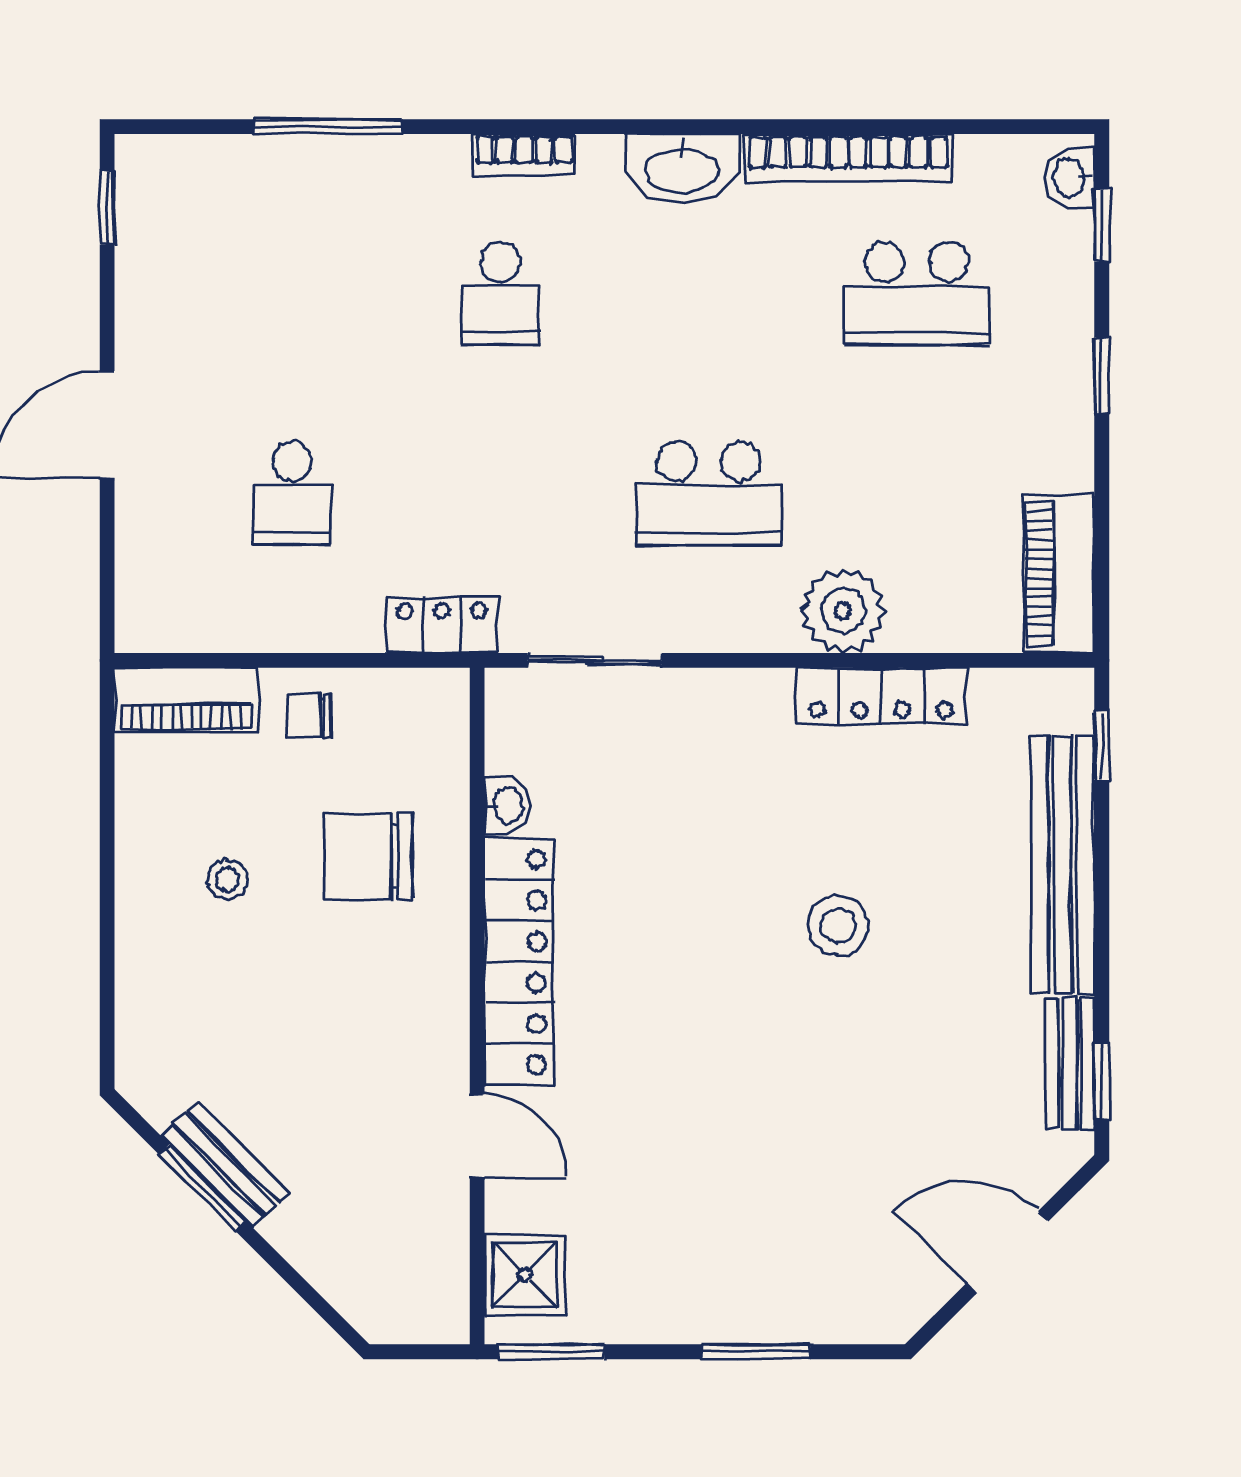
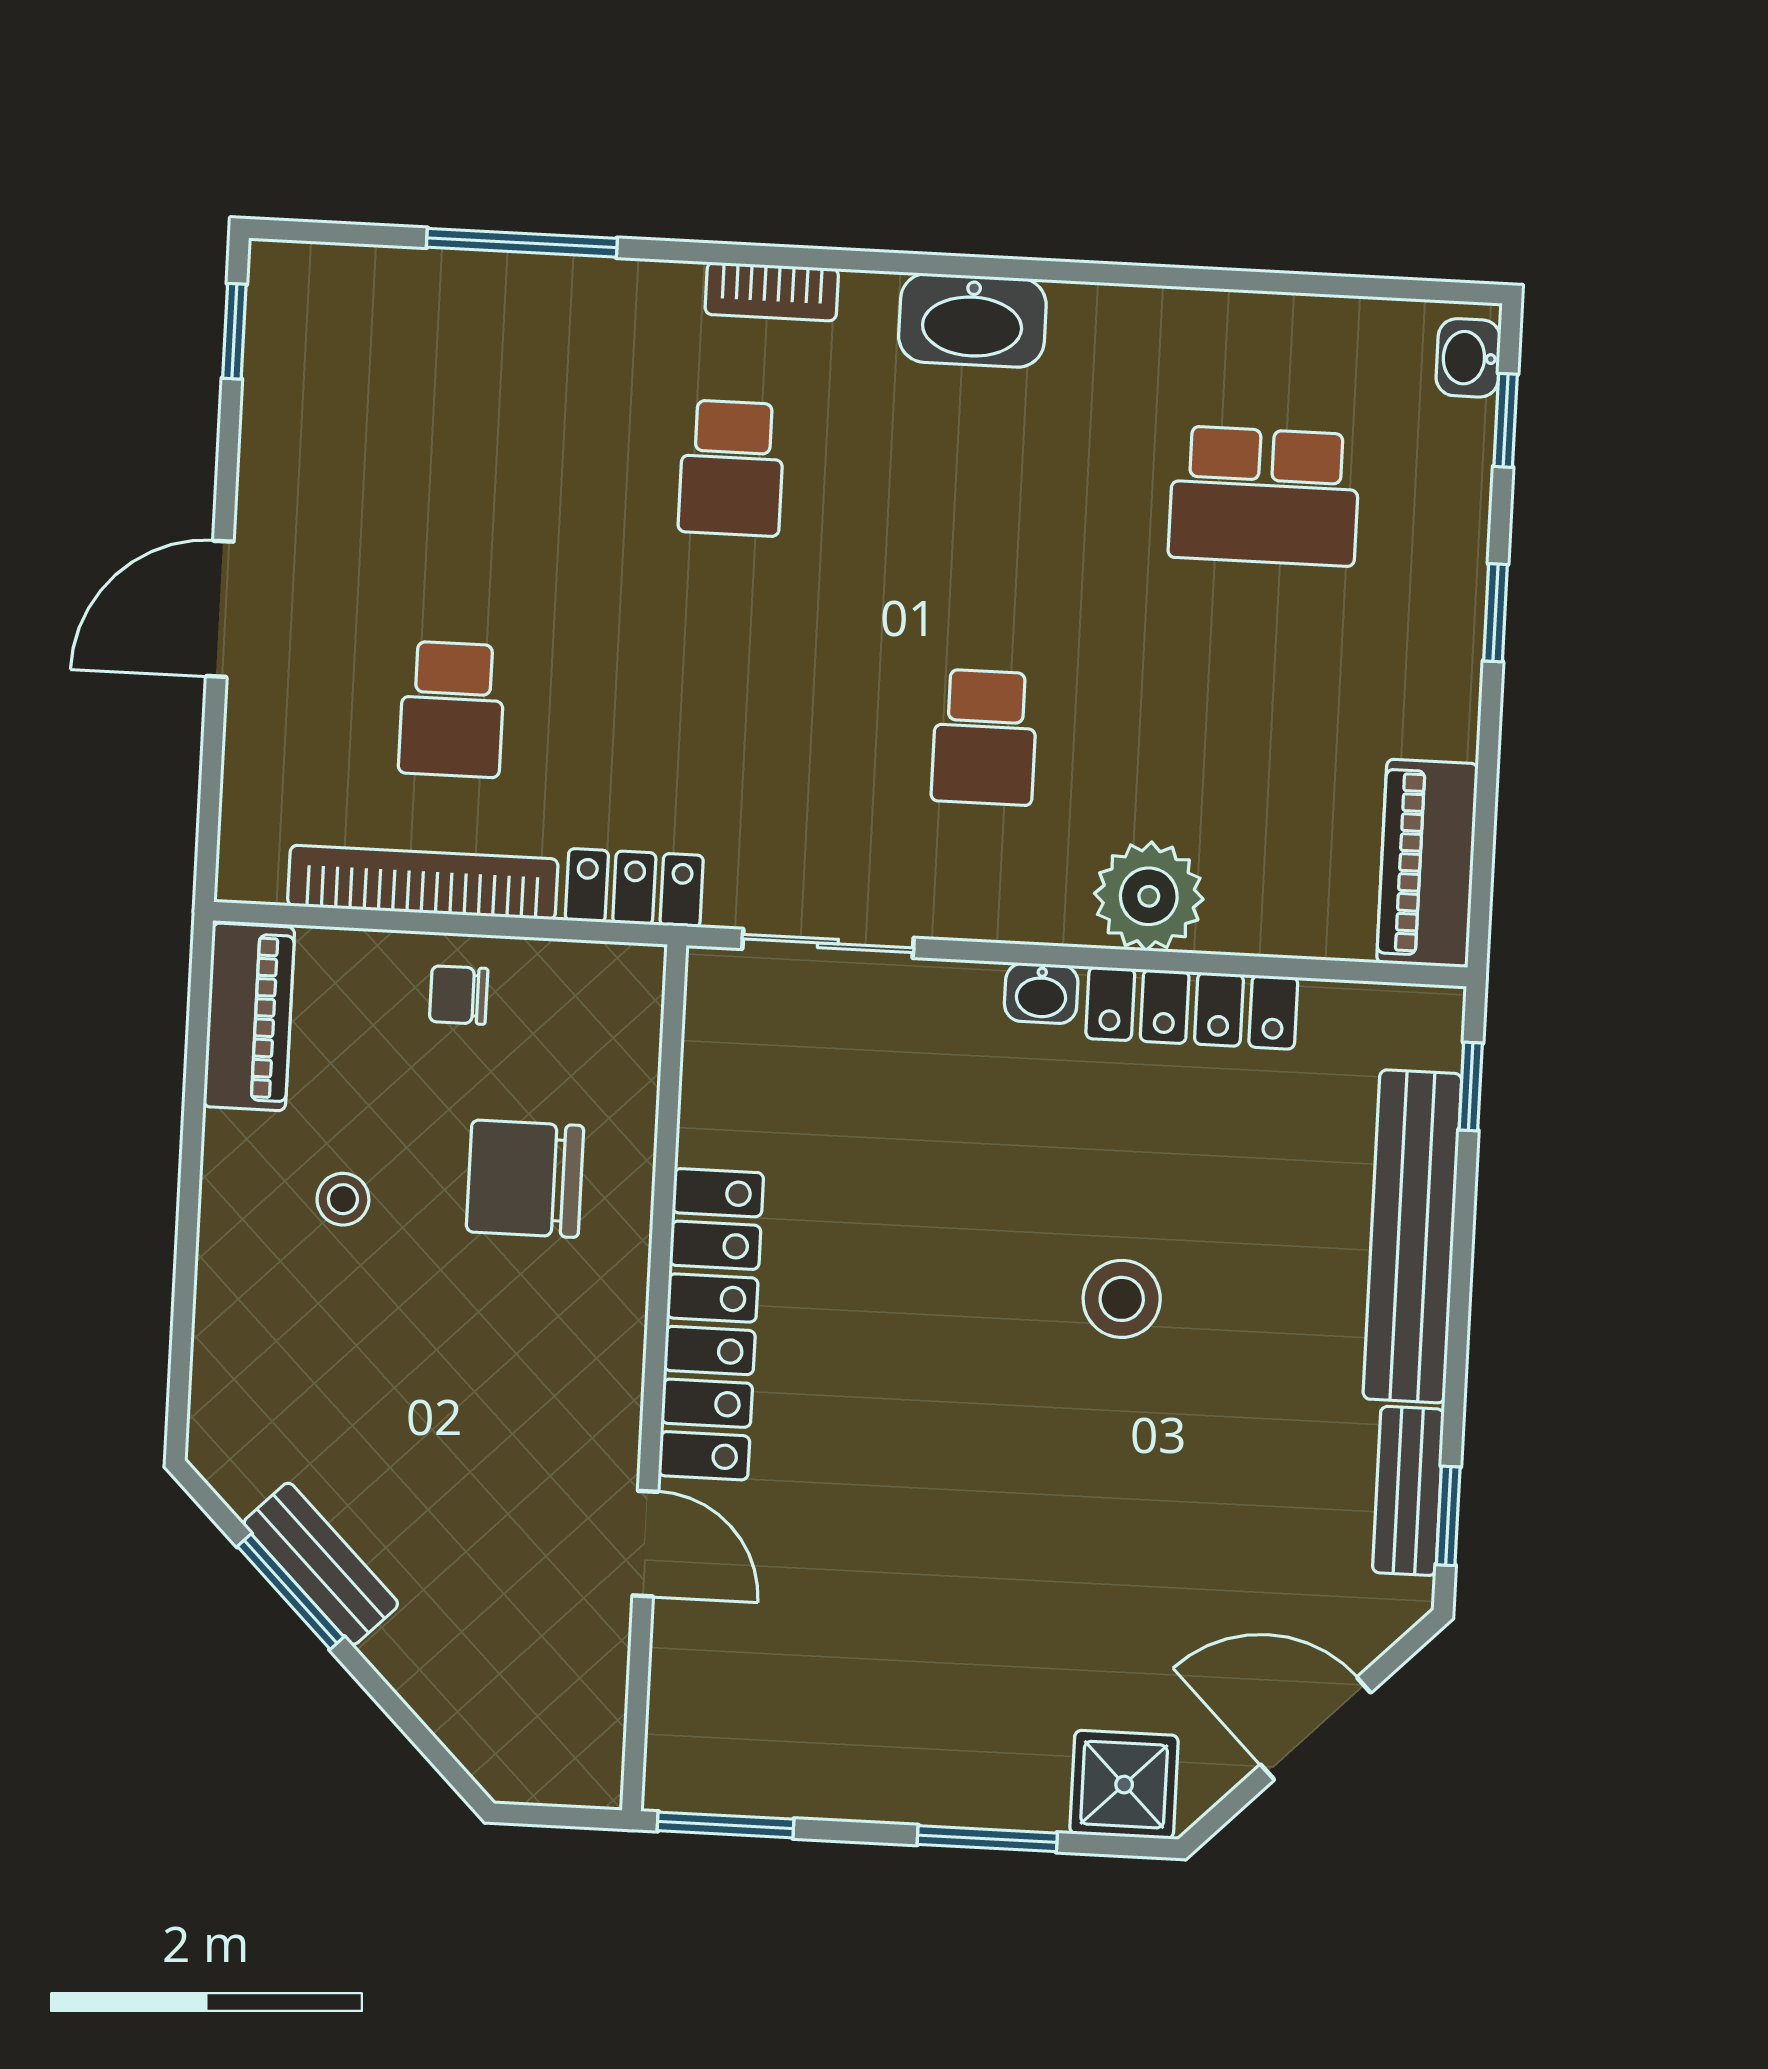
bookcase: (848, 158) -> (423, 882), moved, turned 180
school desk: (709, 493) -> (985, 737), width x0.54
piano: (186, 700) -> (249, 1017), moved, turned -90
washbasin: (507, 806) -> (1041, 993), moved, turned 90
shower: (525, 1275) -> (1124, 1785), moved

